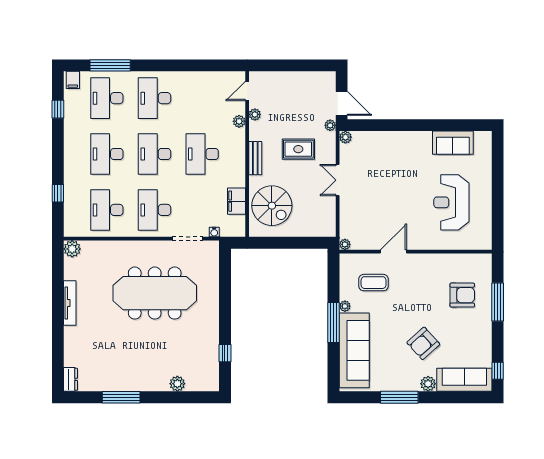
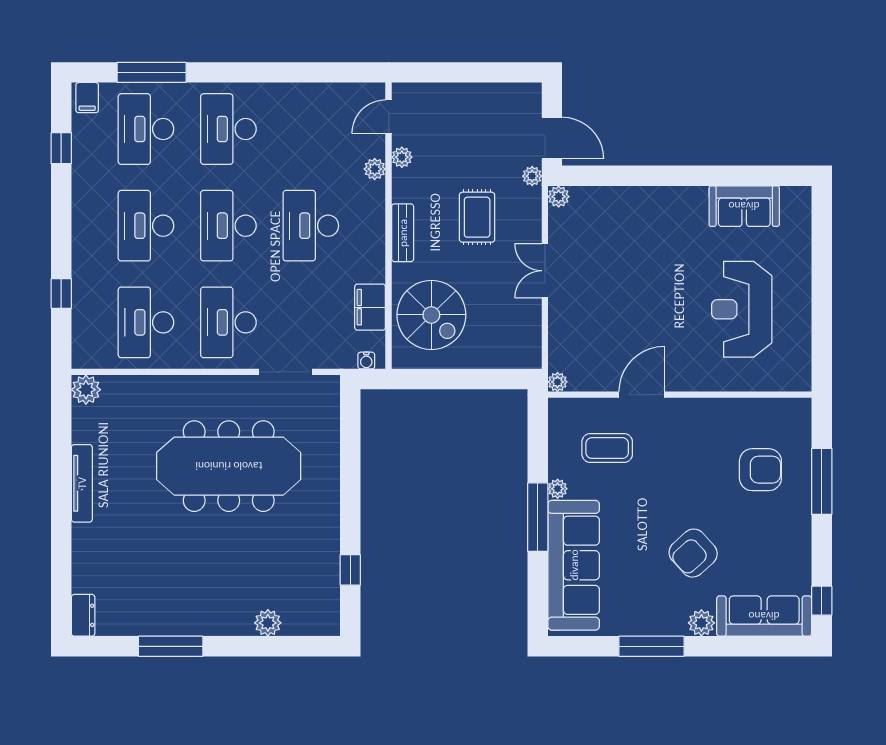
rug: (298, 149) -> (477, 217), turned 90
water cooler: (214, 232) -> (366, 361), moved

